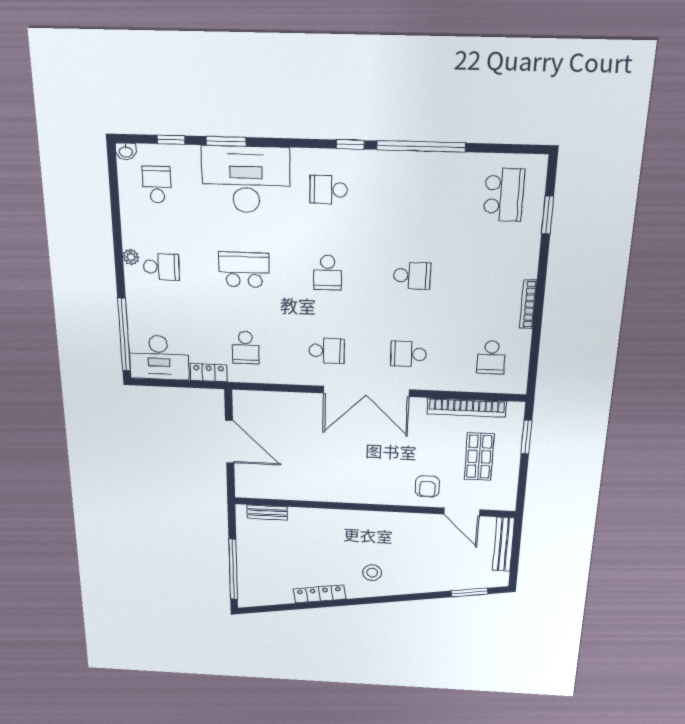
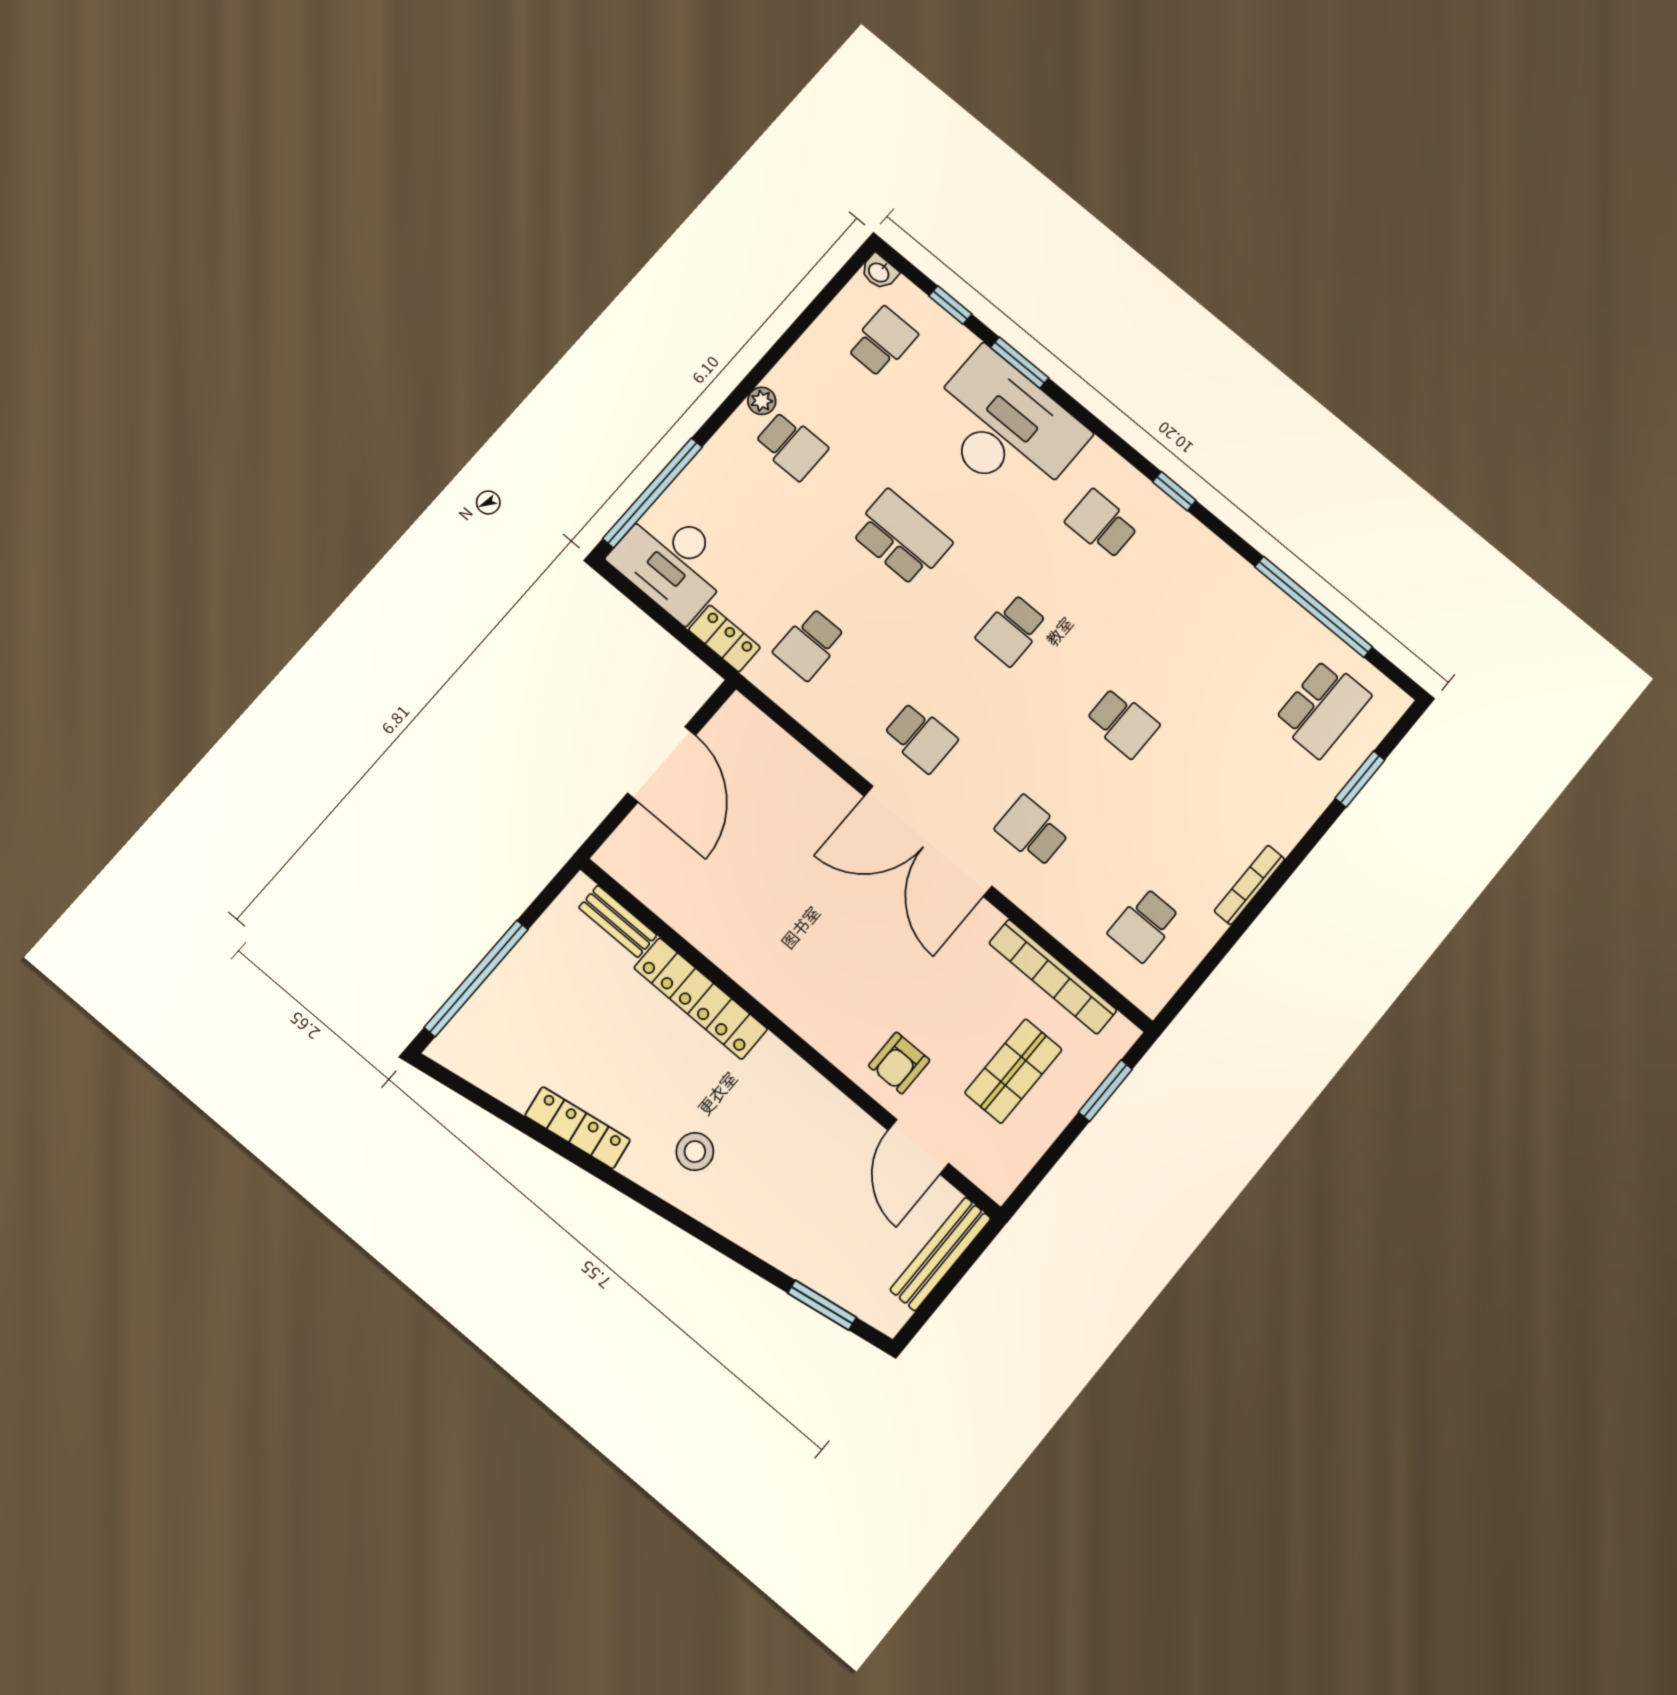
window: (421, 146) -> (1314, 607), moved
locker: (325, 518) -> (701, 999), added

